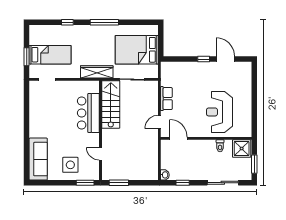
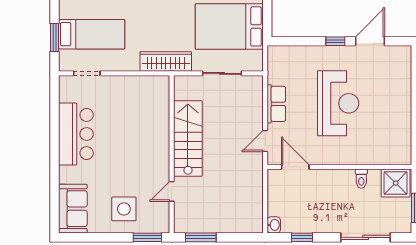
door: (225, 59) -> (370, 41), hinge flipped
stairs: (111, 104) -> (188, 139), moved
reception desk: (219, 112) -> (338, 103), moved, turned 180
bar counter: (88, 113) -> (76, 134), moved, turned 180
door: (101, 154) -> (172, 191), hinge flipped
sofa: (38, 159) -> (73, 209), width x0.73

